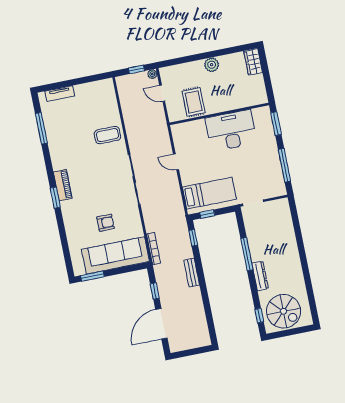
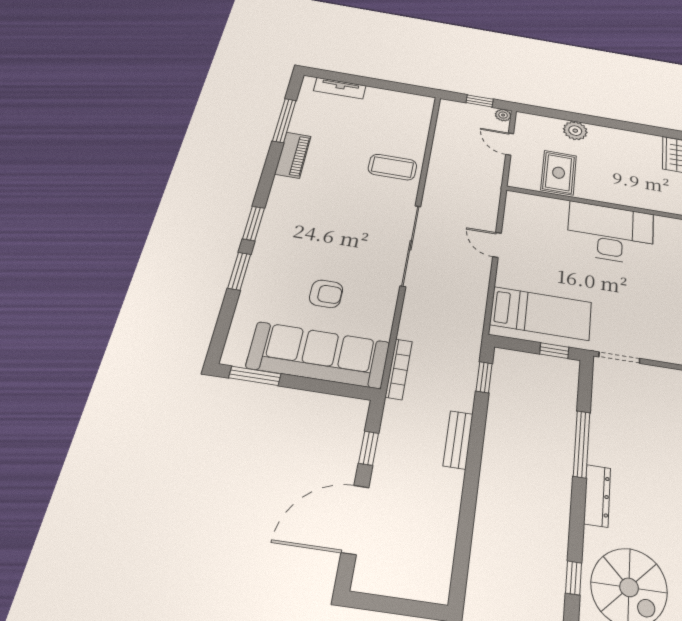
plant: (212, 65) -> (575, 131), moved
piano: (63, 185) -> (293, 155), moved
window: (207, 214) -> (554, 351), moved
window: (61, 227) -> (239, 271), added

